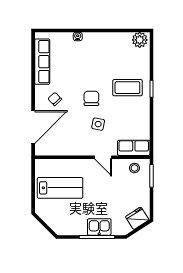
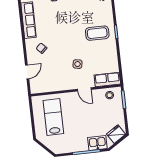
chair: (91, 98) -> (70, 45), removed
door: (33, 127) -> (27, 72), width x0.53
lab bench: (60, 188) -> (53, 117), turned -90
kitchen sink: (99, 227) -> (97, 143), moved

